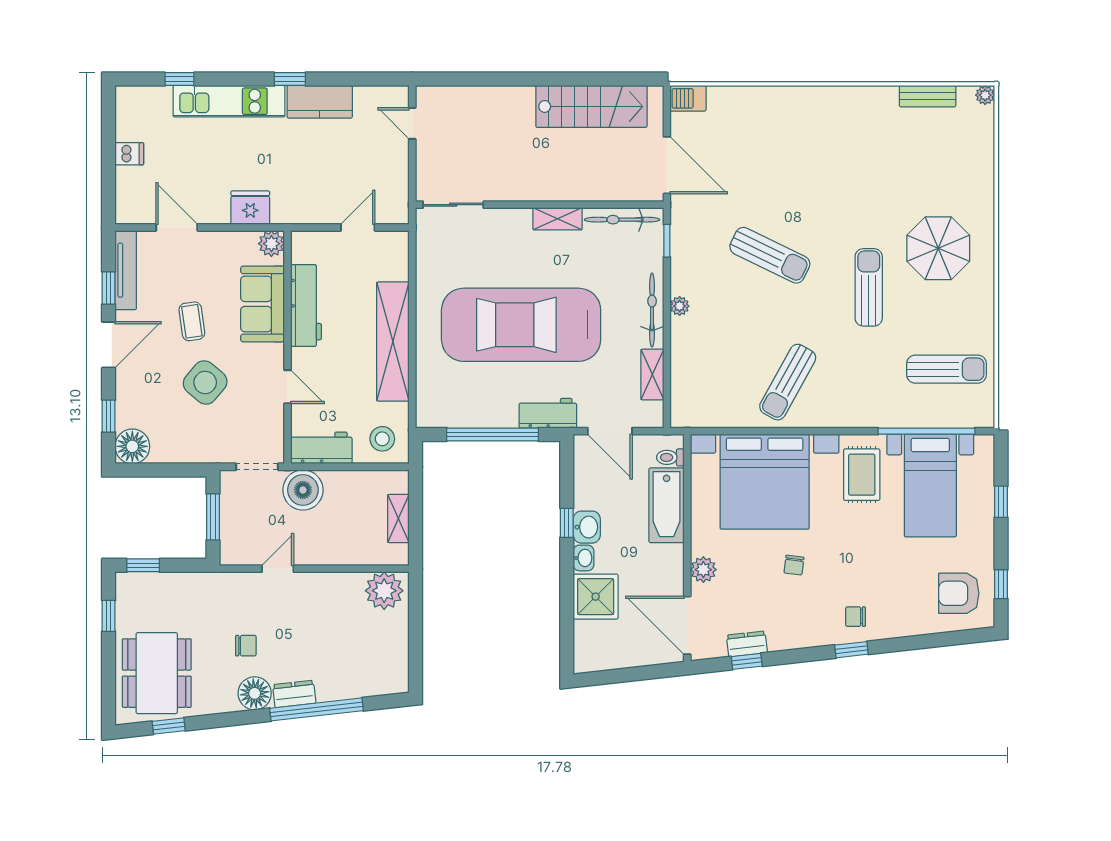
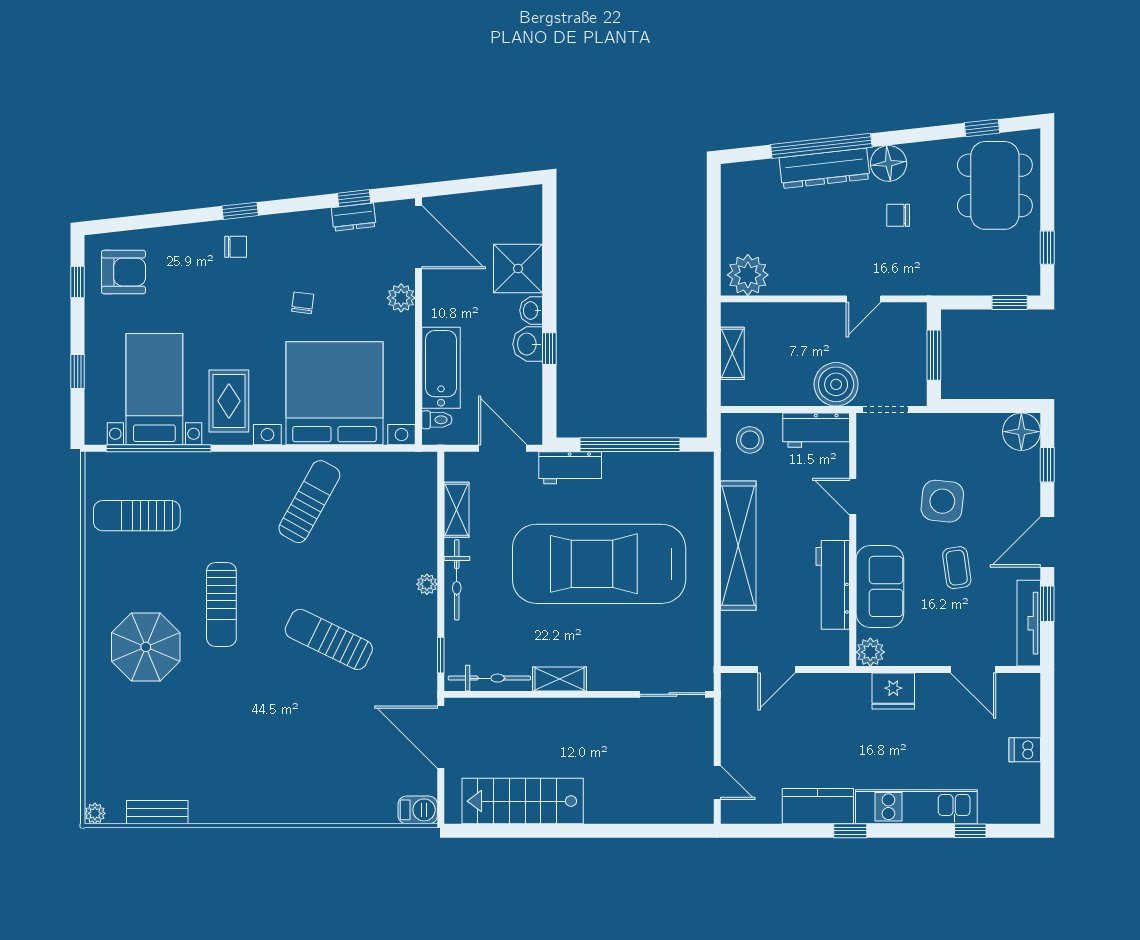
car: (521, 325) -> (599, 564), turned 180
side table: (205, 382) -> (942, 501), turned -34
dresser: (294, 694) -> (824, 168), width x1.96, depth x1.24

